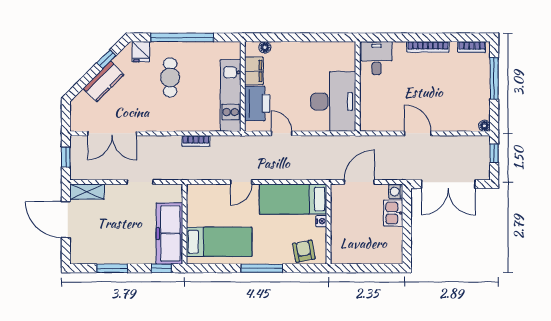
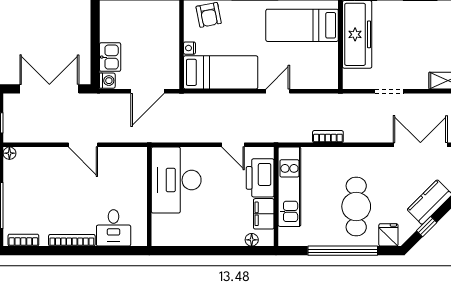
desk: (377, 58) -> (114, 228), moved
cafe table: (170, 77) -> (356, 206), width x1.37, depth x1.35

